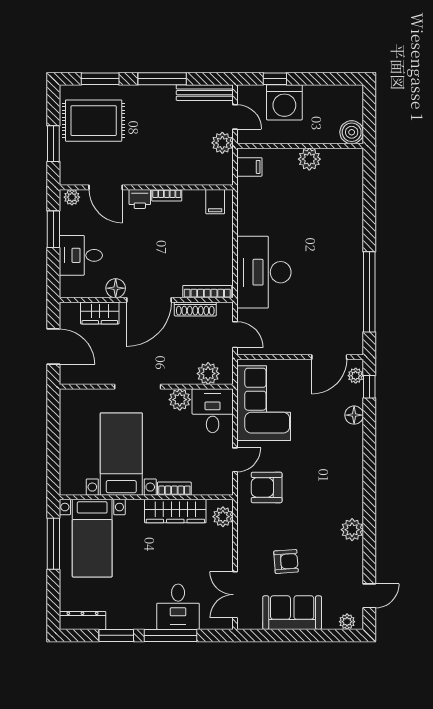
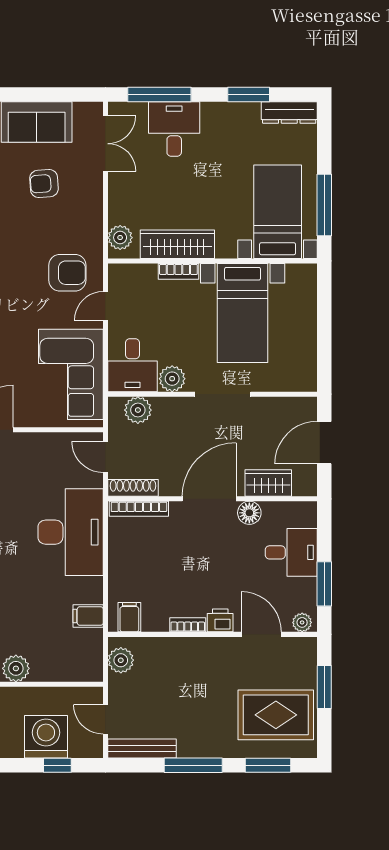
plant: (222, 143) -> (121, 660), moved
filing cabinet: (249, 167) -> (88, 616), moved
shoe rack: (195, 309) -> (133, 488), moved
door: (53, 346) -> (324, 443), hinge flipped
window: (170, 635) -> (159, 94), moved

